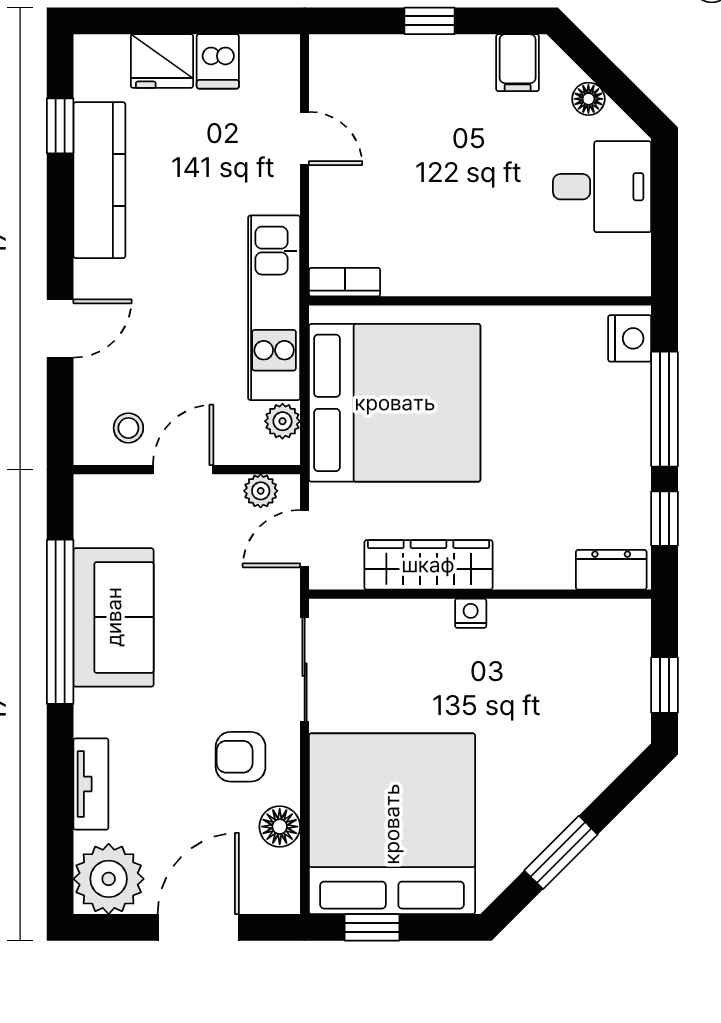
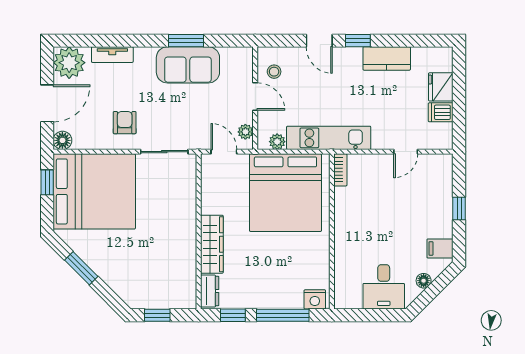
window: (60, 126) -> (358, 41), moved
kitchen counter: (99, 180) -> (387, 58), width x0.67
wardrobe: (428, 565) -> (212, 244), moved
nightstand: (471, 613) -> (190, 227), removed
window: (60, 622) -> (186, 41), width x0.47
floor lamp: (280, 827) -> (62, 140), moved
door: (198, 927) -> (47, 103), hinge flipped

